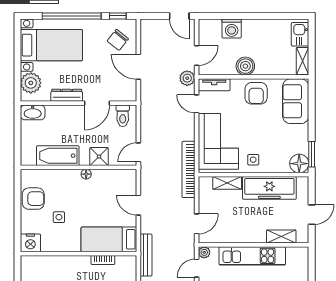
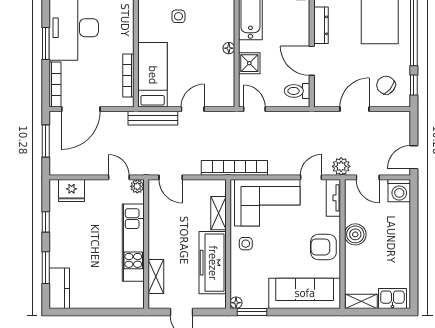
washing machine: (232, 28) -> (399, 191), moved, turned -90
sofa: (296, 101) -> (305, 293), width x1.36
floor lamp: (299, 164) -> (236, 303), width x0.53, depth x0.53
bench: (146, 255) -> (153, 118), moved
bookcase: (103, 260) -> (128, 75), width x1.56

